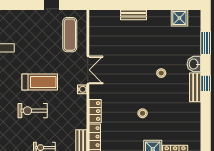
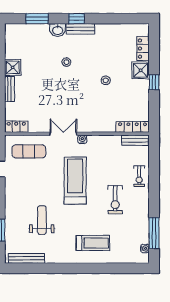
shower: (179, 18) -> (13, 67), moved
treadmill: (40, 82) -> (75, 181), width x1.37, depth x1.38
exercise bike: (33, 111) -> (115, 200), moved
locker: (95, 111) -> (16, 127), moved

